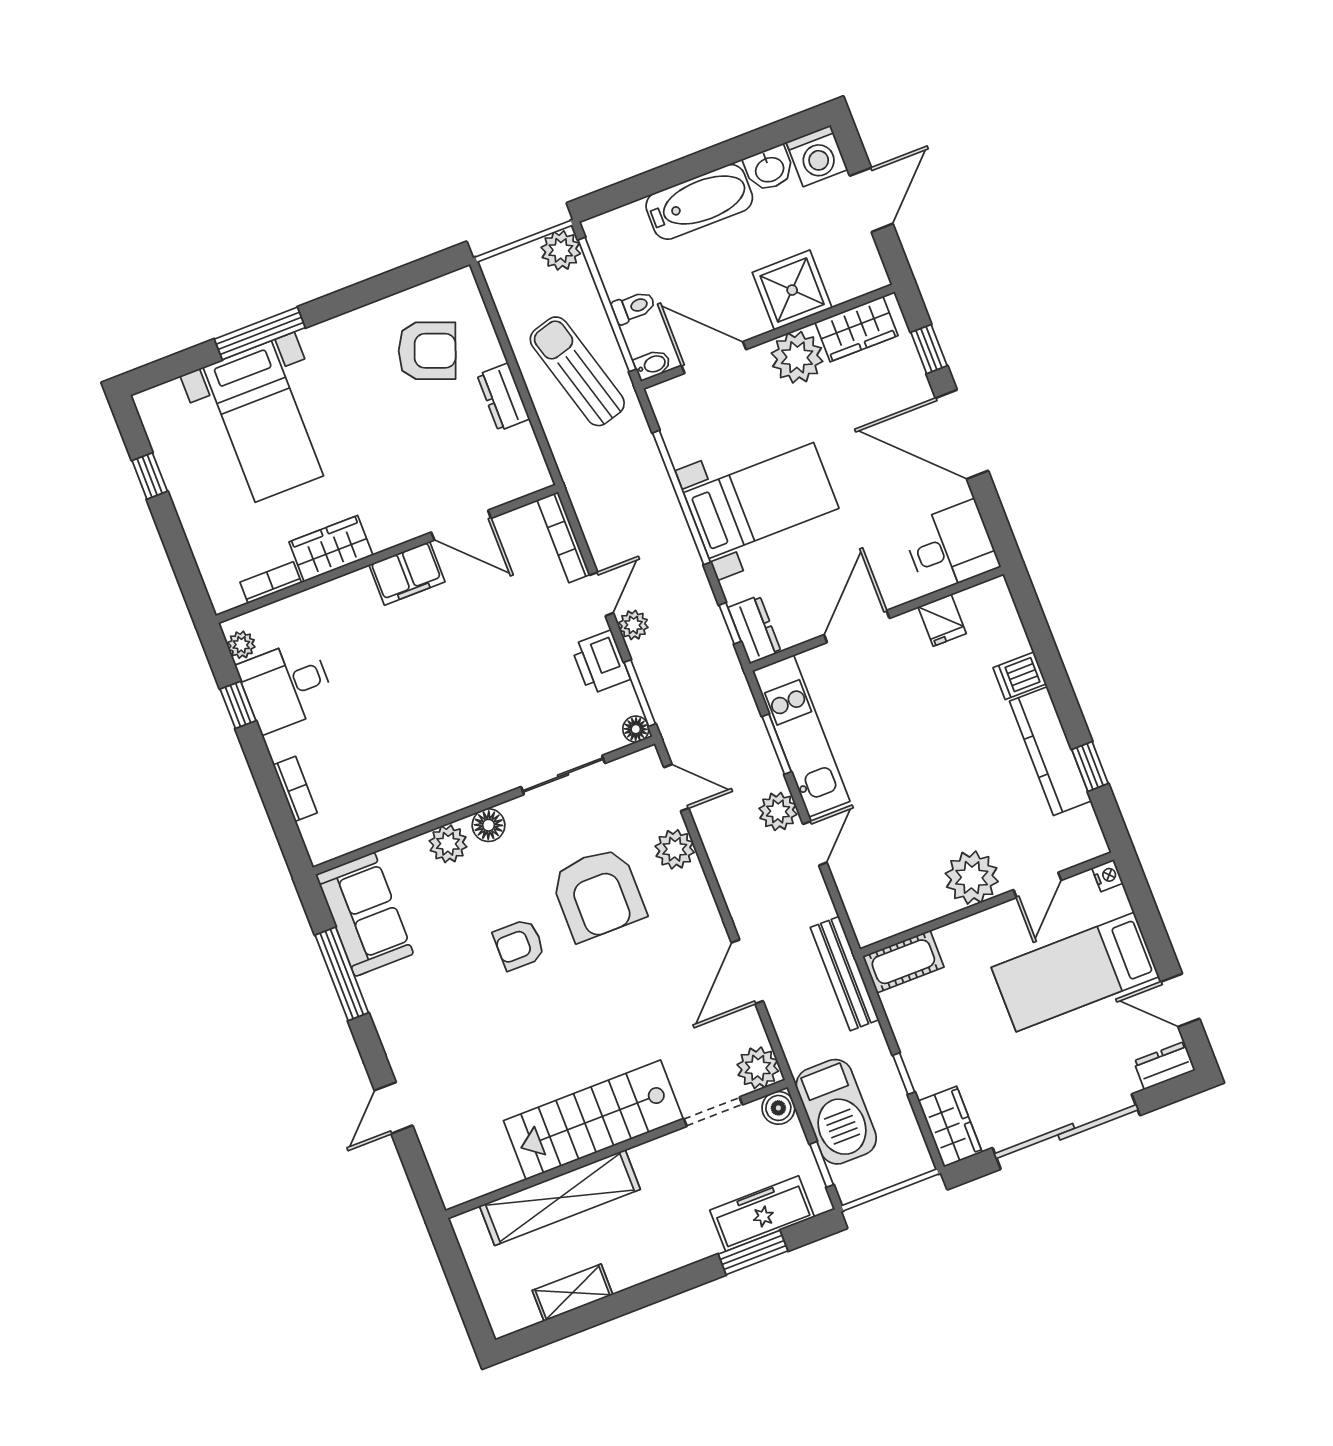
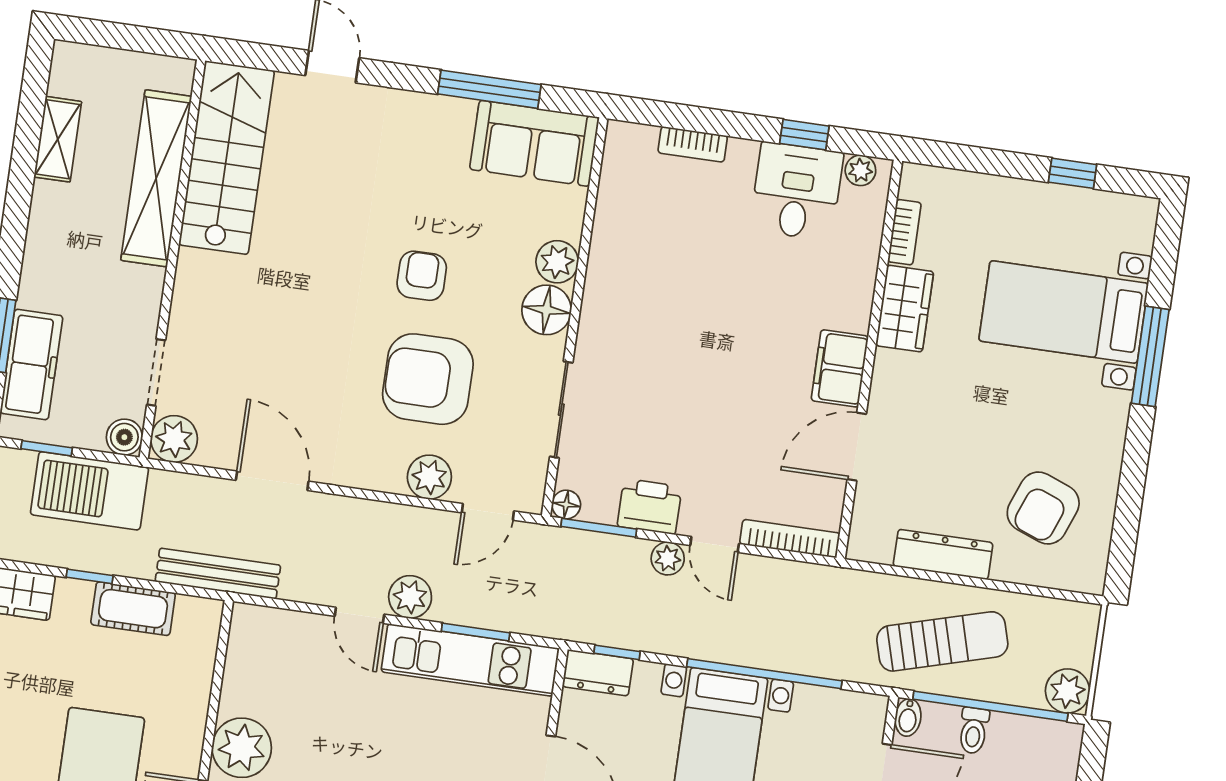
dresser: (503, 397) -> (943, 554), width x1.44
floor lamp: (489, 825) -> (547, 310), width x1.38, depth x1.38
cot: (903, 962) -> (133, 609), moved, turned 90
stairs: (593, 1120) -> (227, 158), moved

